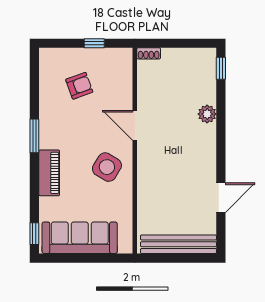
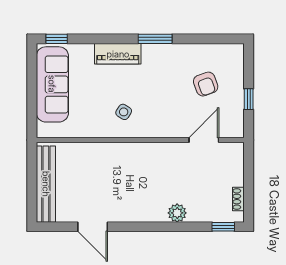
shoe rack: (149, 53) -> (238, 199), moved
door: (135, 125) -> (204, 140), moved
side table: (107, 167) -> (124, 112), width x0.54, depth x0.54

